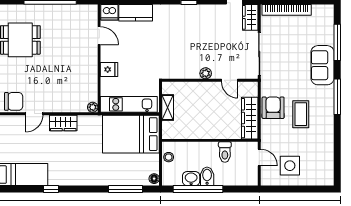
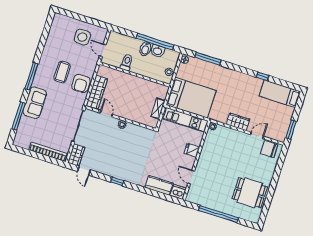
wardrobe: (250, 118) -> (97, 92), moved

